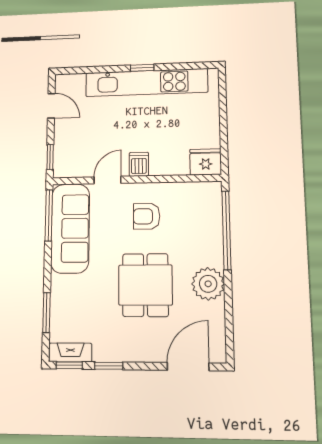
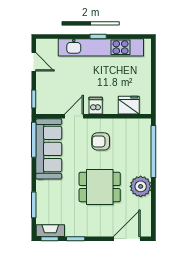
fridge: (206, 162) -> (129, 105), moved
dining table: (145, 285) -> (100, 187), turned 90

